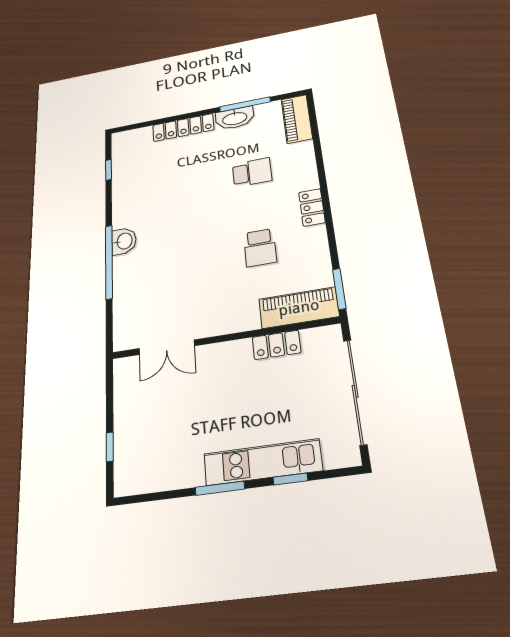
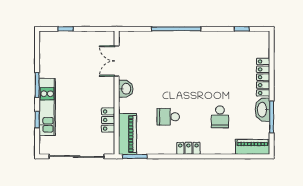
washbasin: (124, 241) -> (126, 89), moved, turned -90

